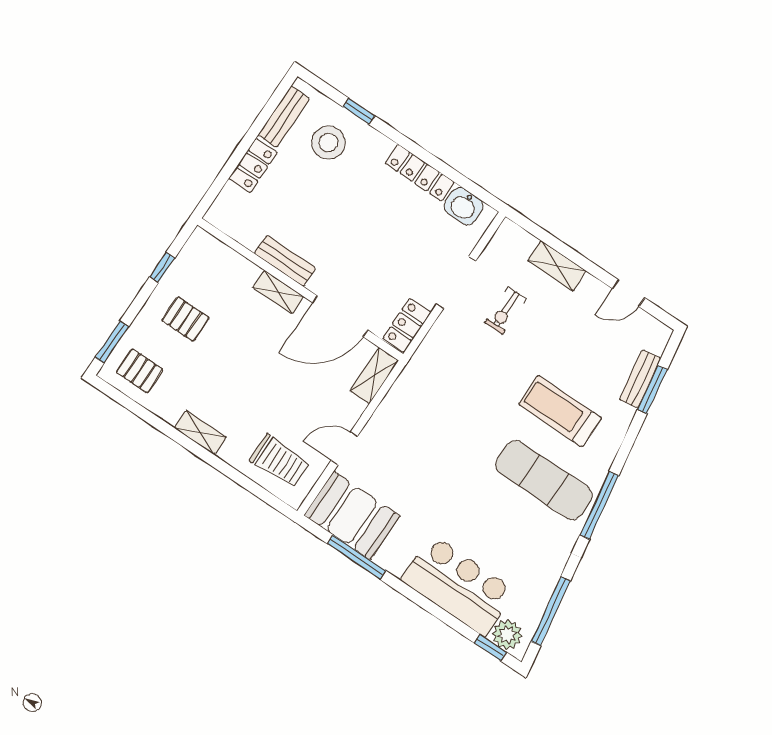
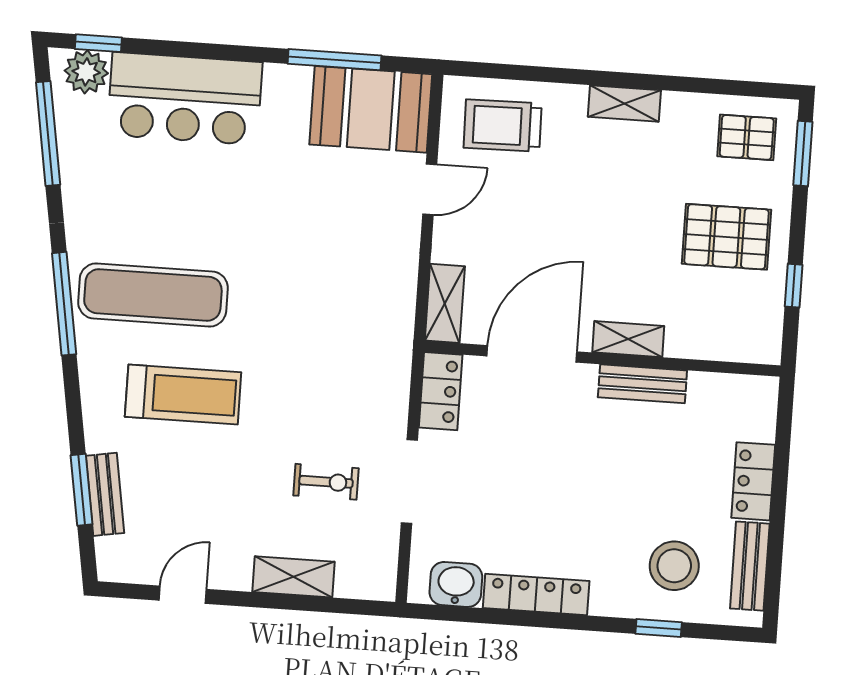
exercise bike: (505, 311) -> (326, 482), turned 90
pallet: (185, 319) -> (726, 237), width x1.50, depth x1.42

